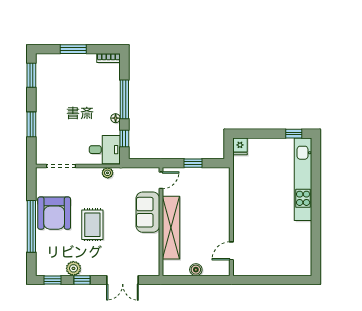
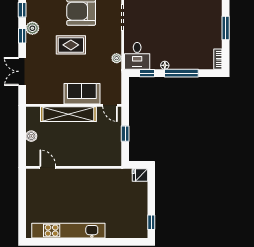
kitchen unit: (303, 179) -> (68, 231), moved

